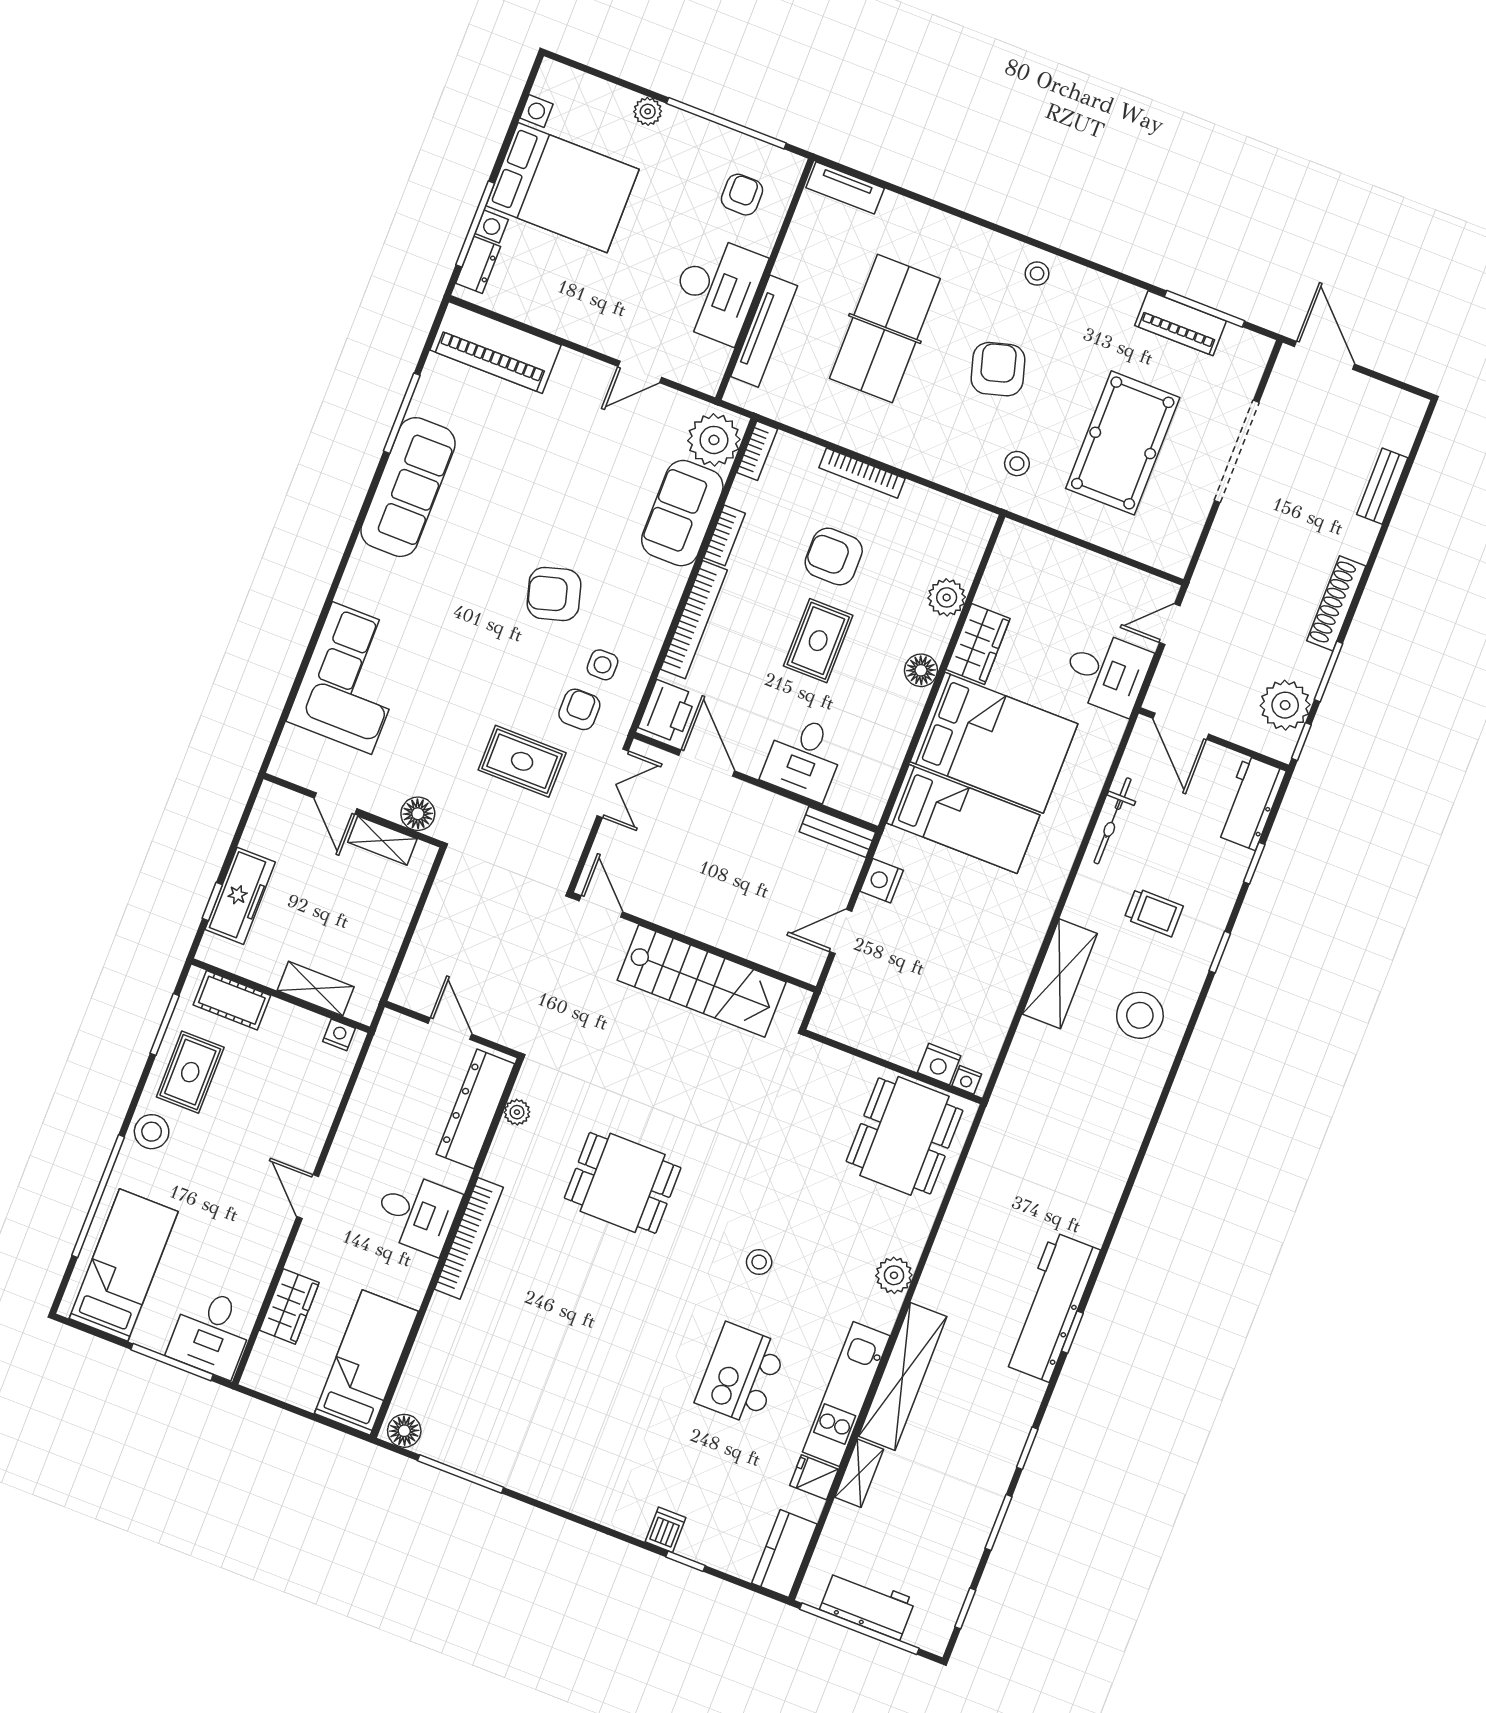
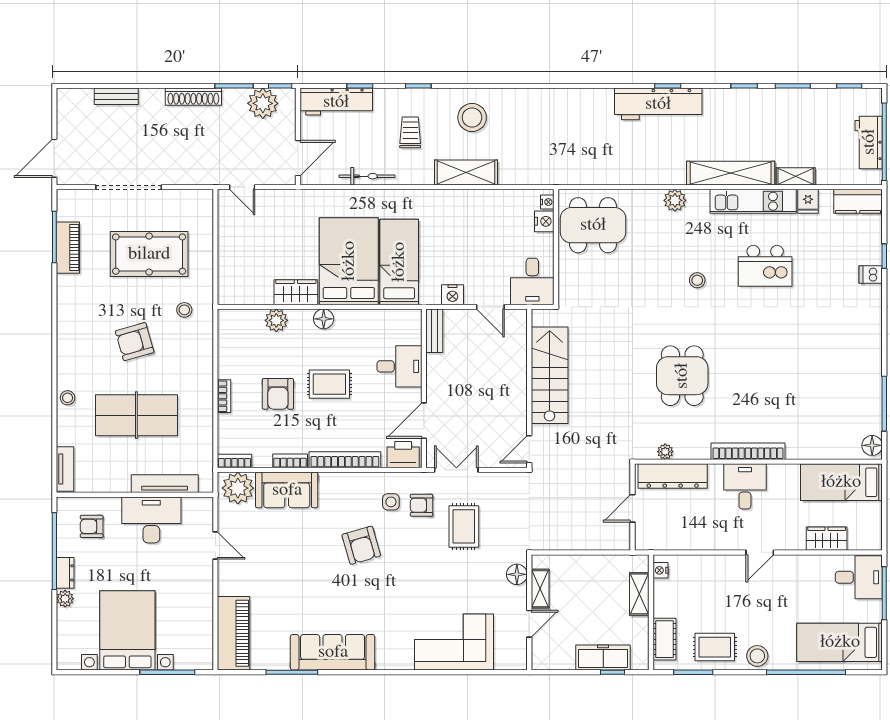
dresser: (478, 265) -> (65, 573), moved, turned 90
stool: (1037, 274) -> (68, 398), moved
bookcase: (862, 473) -> (224, 396), width x0.64
desk: (1106, 672) -> (532, 281), moved, turned 180
workbench: (1250, 803) -> (336, 102), width x1.37

